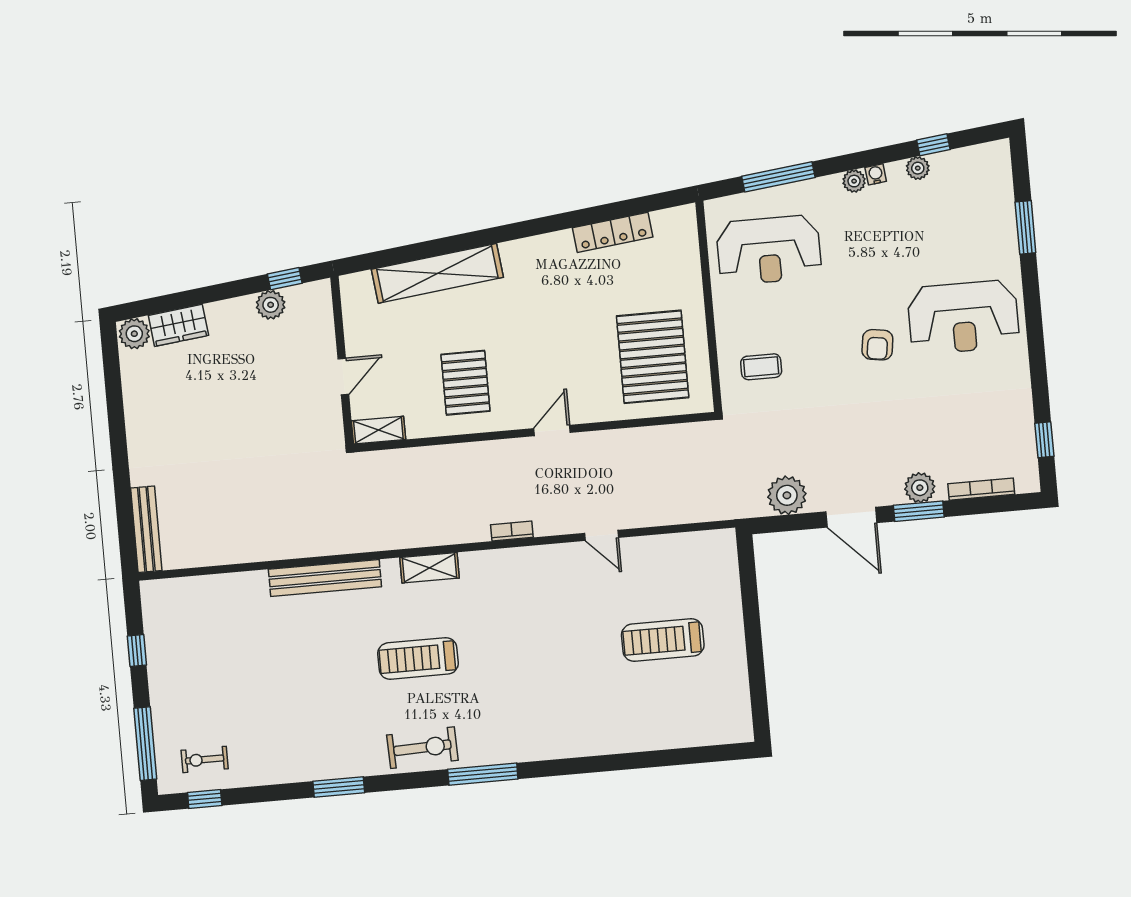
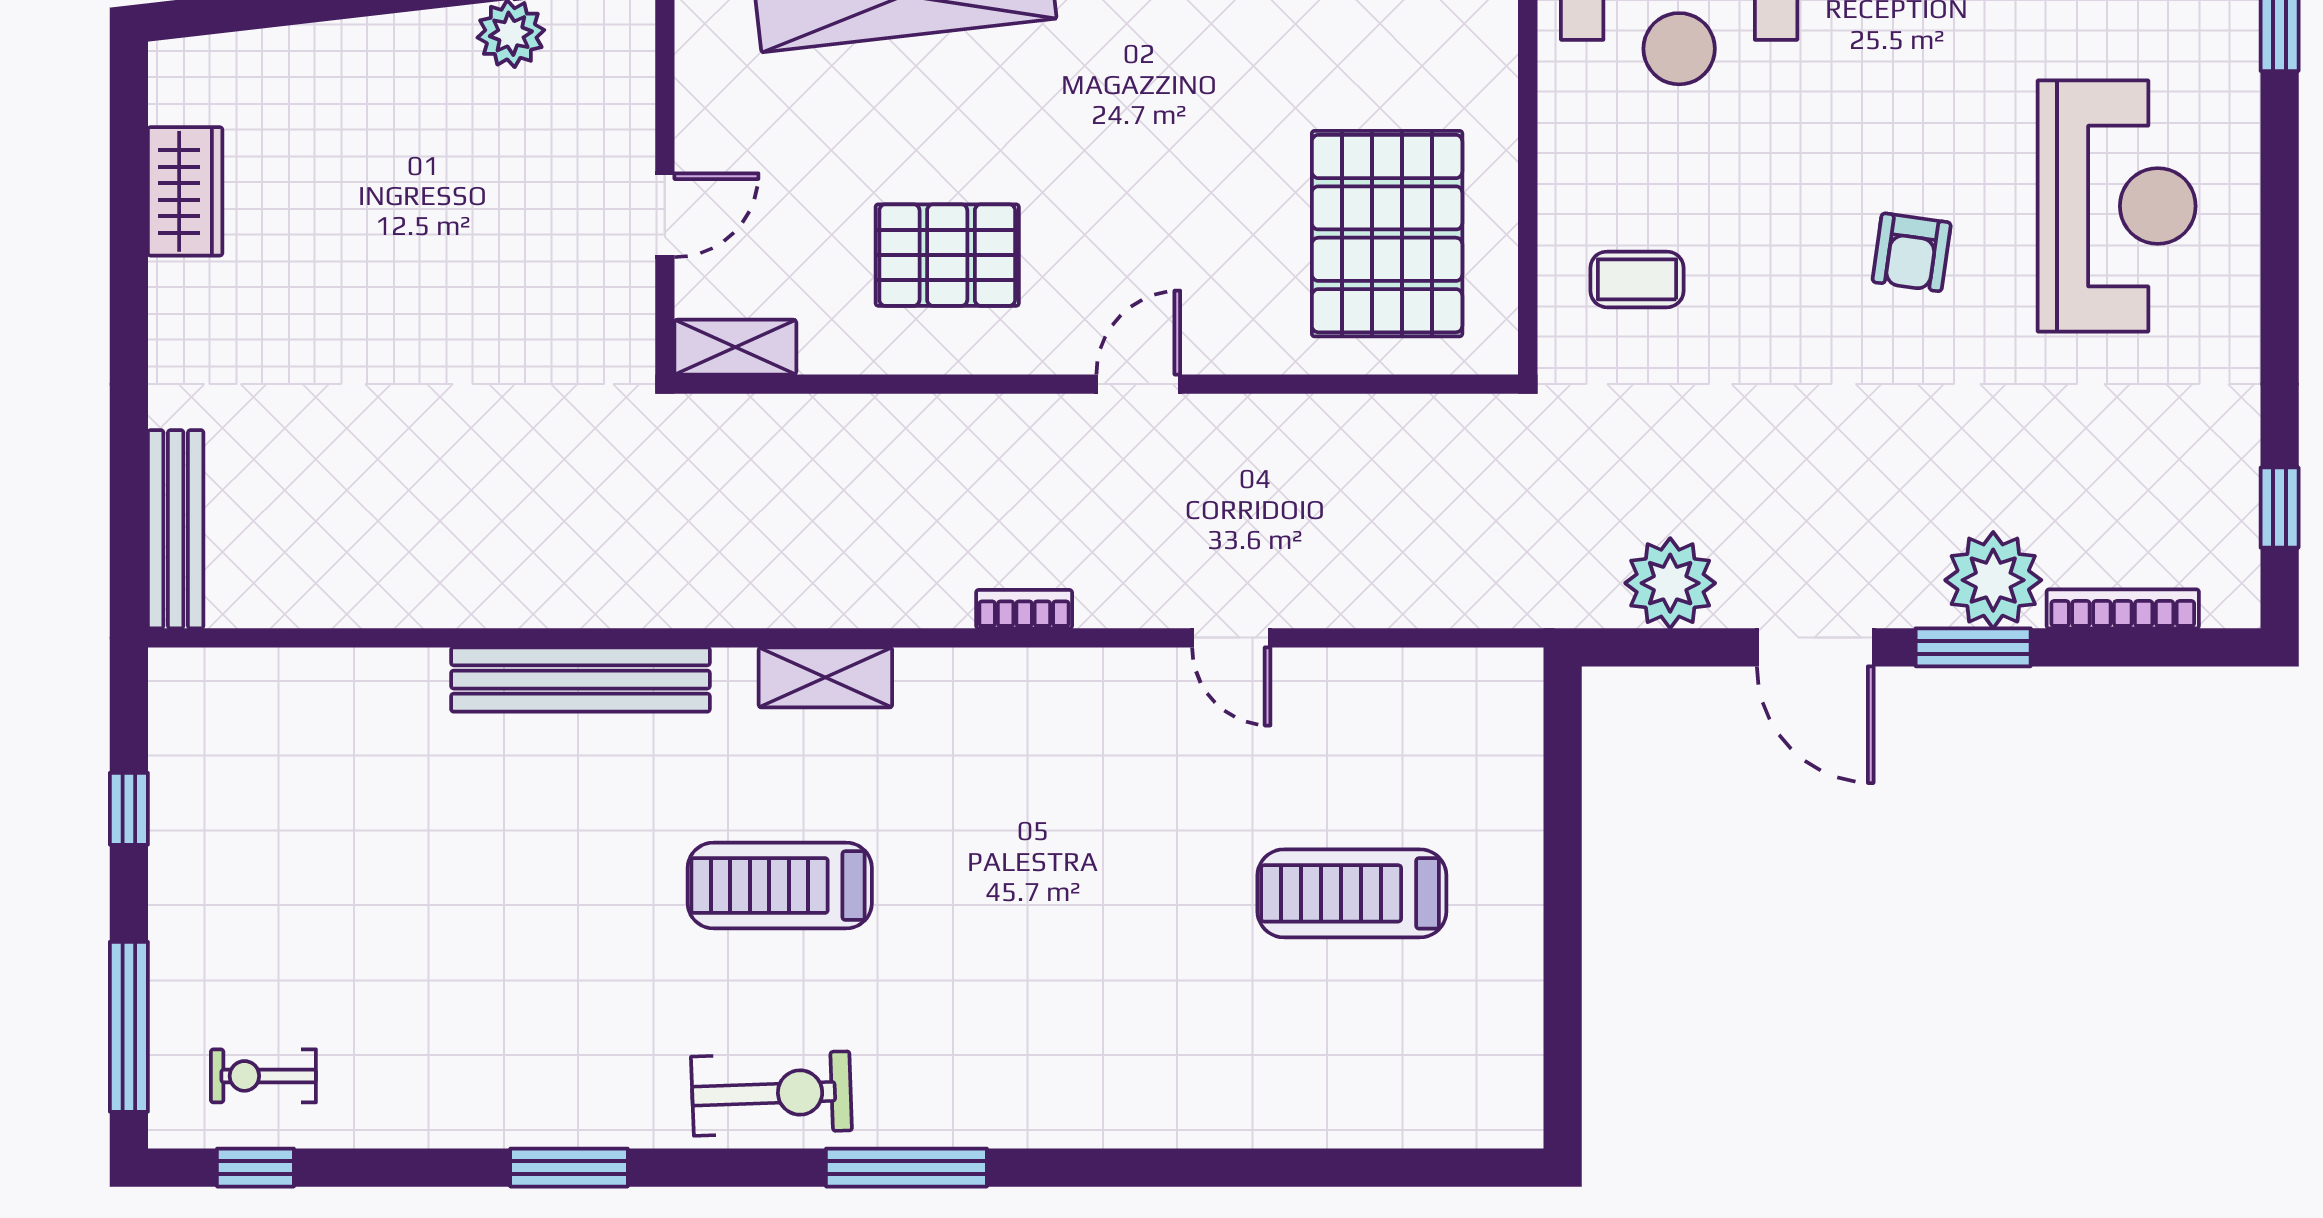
reception desk: (963, 317) -> (2117, 206), turned -90
wardrobe: (178, 325) -> (185, 191), moved, turned -83
plant: (134, 334) -> (188, 73), removed
pallet: (465, 383) -> (947, 255), turned 90
plant: (920, 488) -> (1993, 580), width x1.36, depth x1.36

